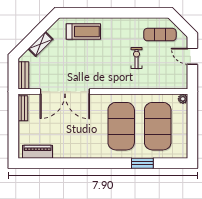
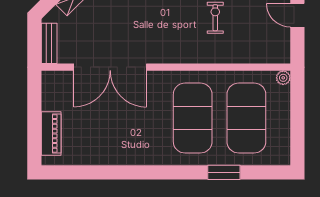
bench: (23, 108) -> (48, 92), removed
piano: (37, 152) -> (51, 133), moved, turned 90

